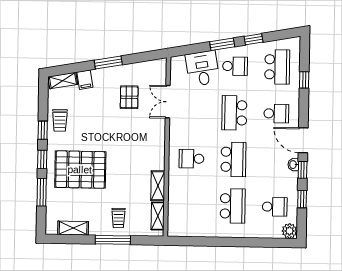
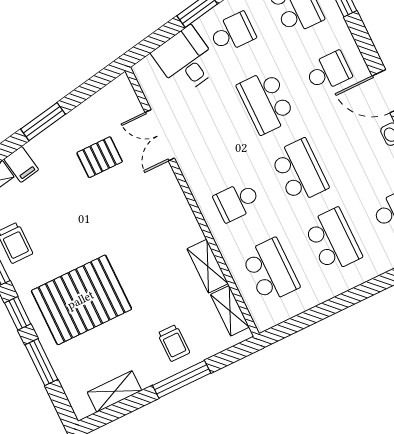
pallet: (129, 97) -> (100, 157), turned 90
school desk: (191, 205) -> (270, 271), added

